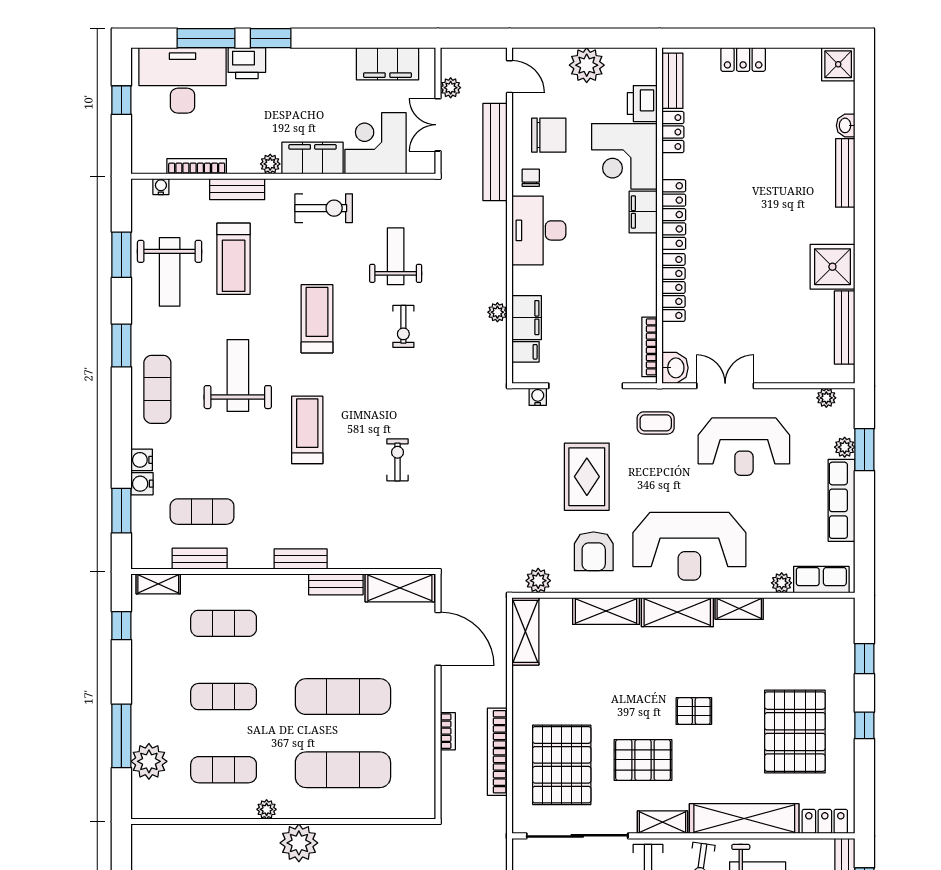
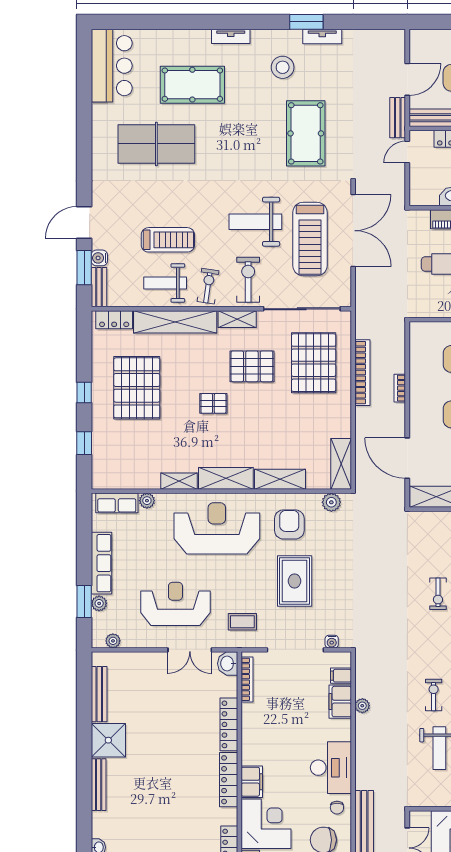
bench: (845, 173) -> (99, 785), moved

